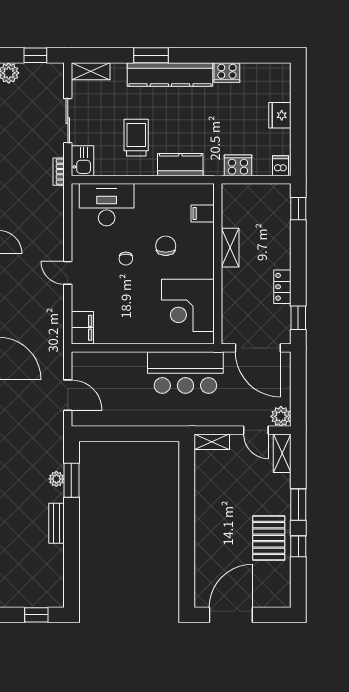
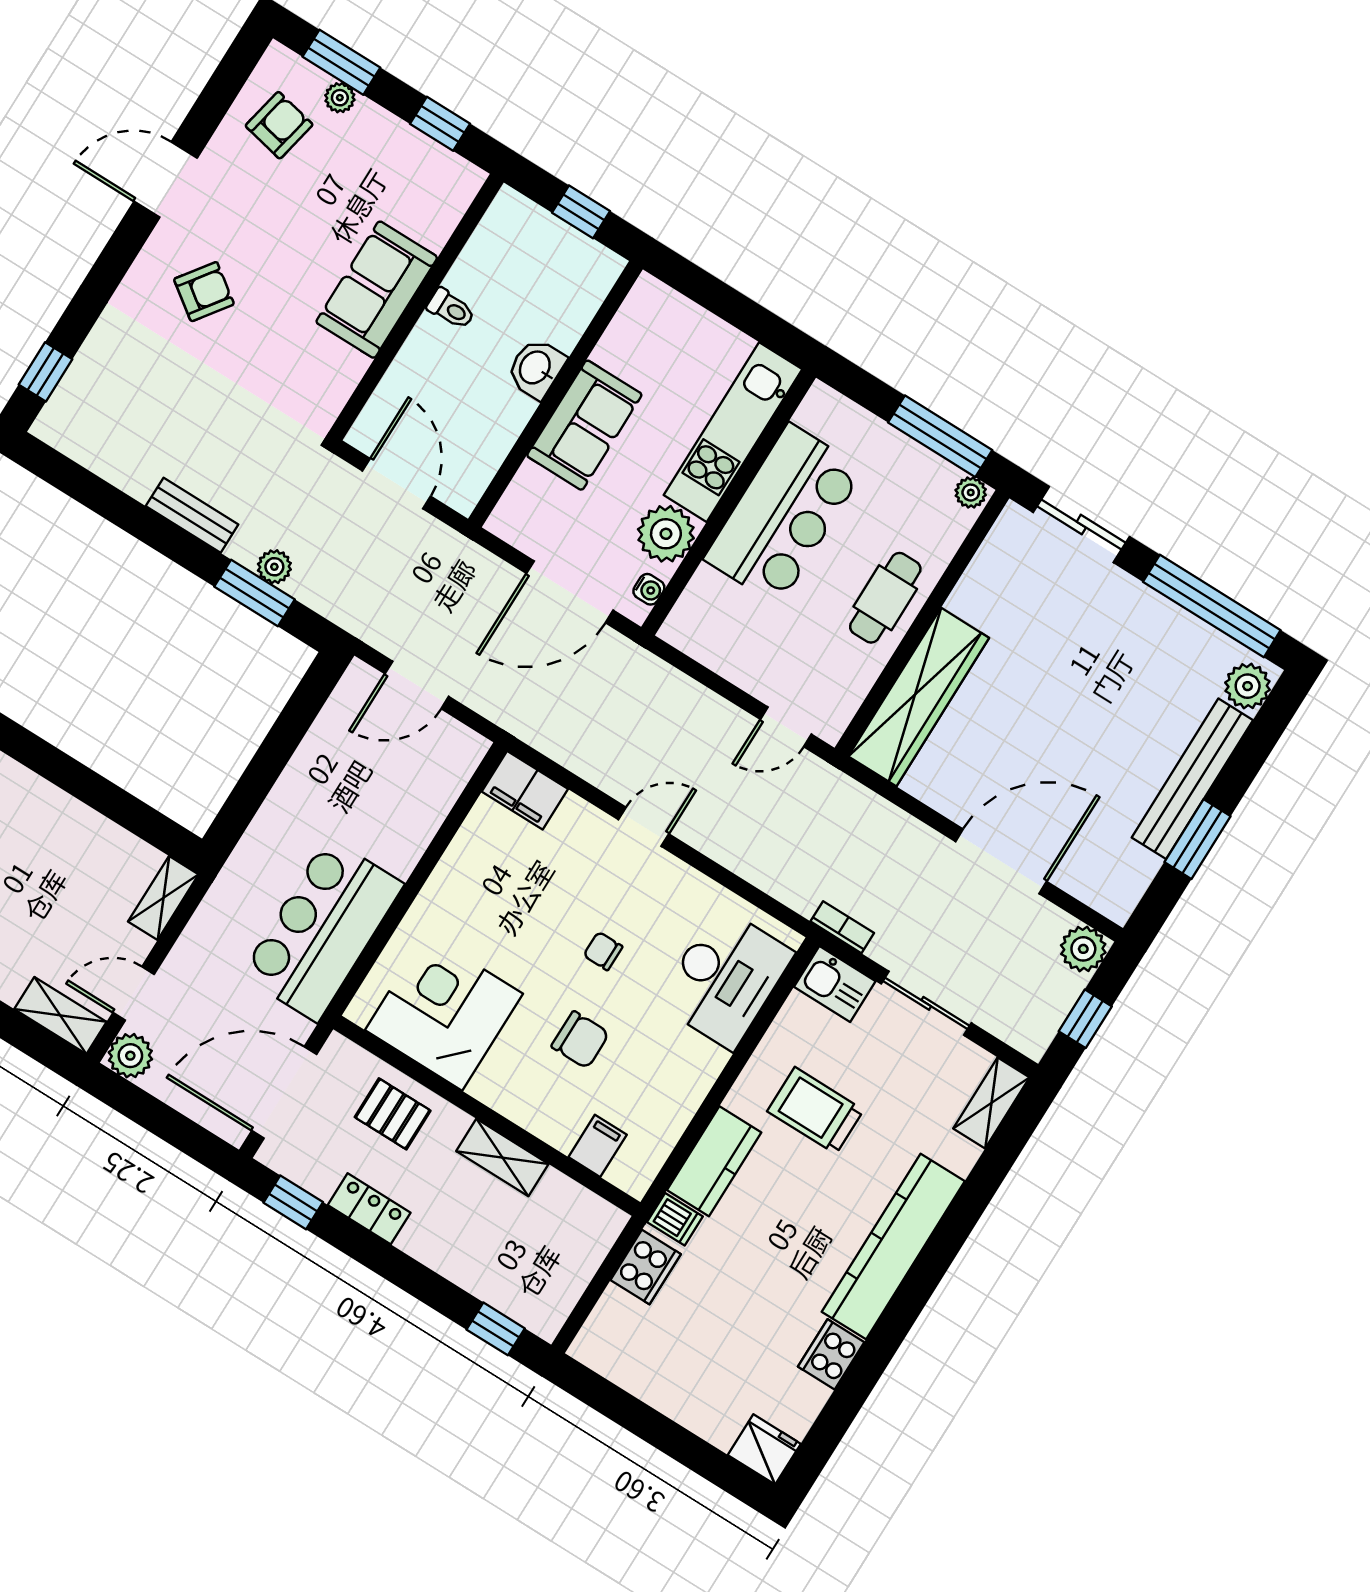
window: (151, 55) -> (951, 1234), removed
fridge: (280, 115) -> (764, 1449), moved
trolley: (136, 138) -> (815, 1111), turned 180
dishwasher: (281, 166) -> (675, 1219), moved
pallet: (240, 301) -> (393, 1114), added

